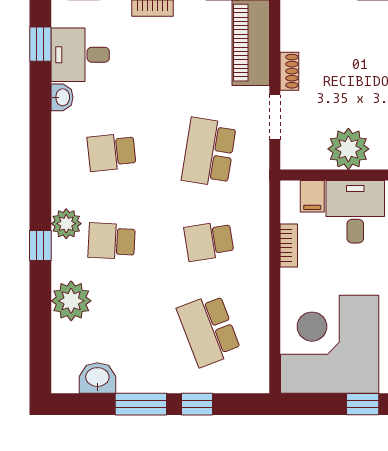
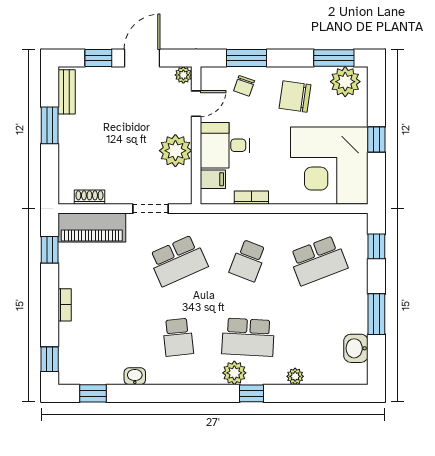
desk: (80, 55) -> (101, 362), removed
shoe rack: (289, 71) -> (89, 197), moved
school desk: (209, 152) -> (178, 261), turned -33
school desk: (112, 241) -> (248, 337), width x1.85
school desk: (209, 241) -> (248, 261), turned 30
plant: (71, 301) -> (295, 376), width x0.53, depth x0.53
window: (197, 404) -> (376, 246), moved

